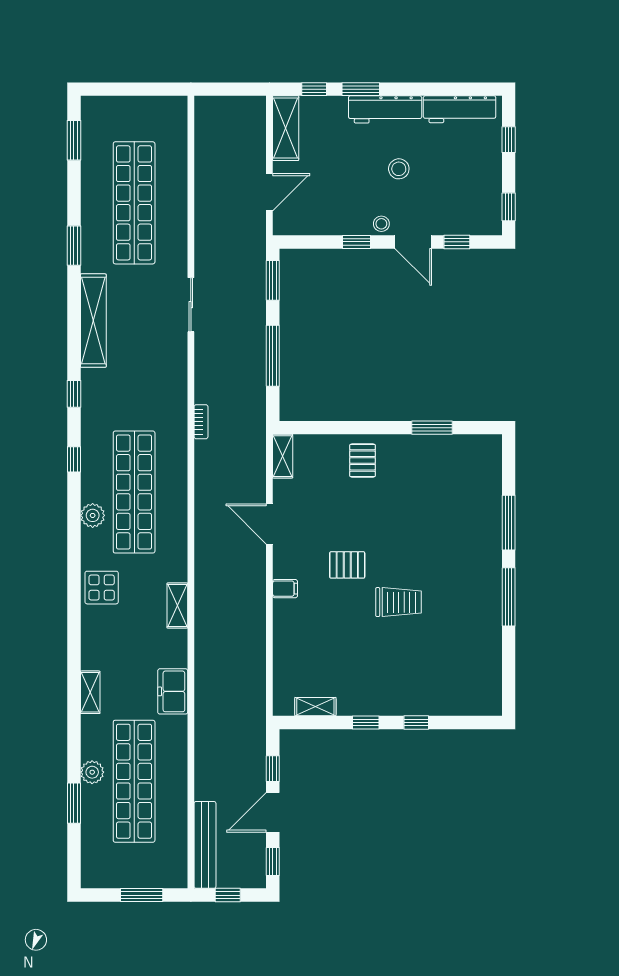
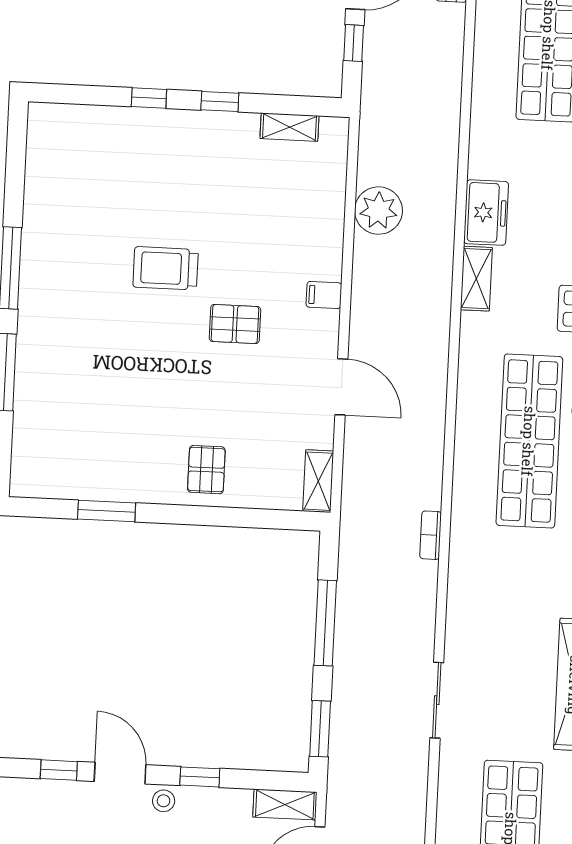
shelving: (295, 225) -> (285, 805), added
plant: (249, 651) -> (379, 211), added
freezer: (173, 691) -> (486, 213), moved

